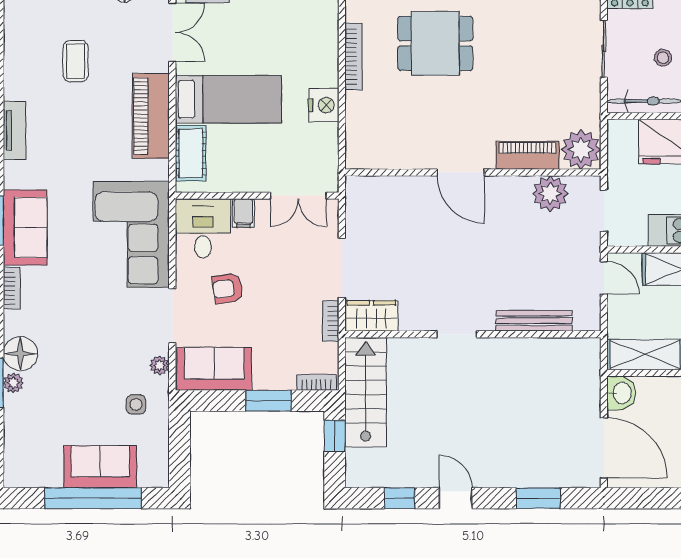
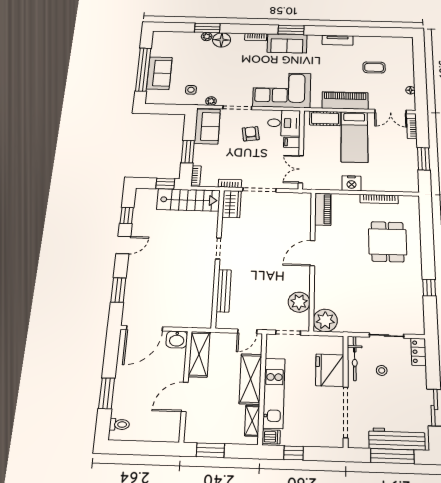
piano: (528, 155) -> (323, 209), moved

